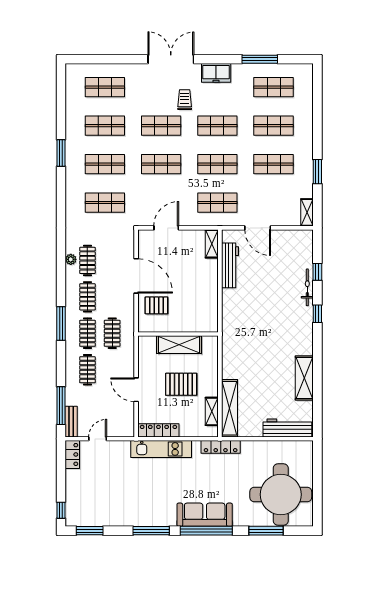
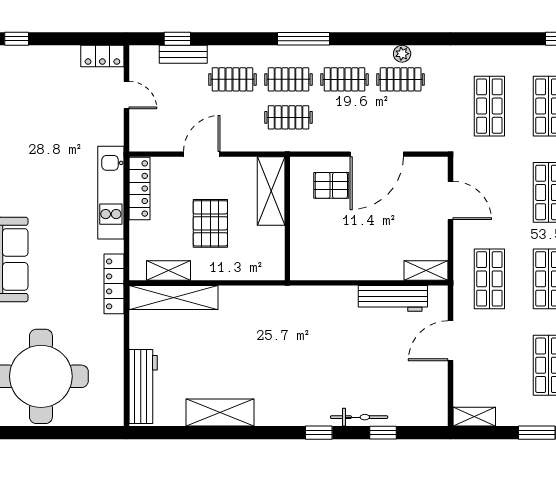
pallet: (156, 305) -> (331, 185), turned 90
shelving: (179, 345) -> (271, 191), moved
window: (61, 406) -> (177, 39), width x0.46
bench: (71, 422) -> (183, 54), moved

